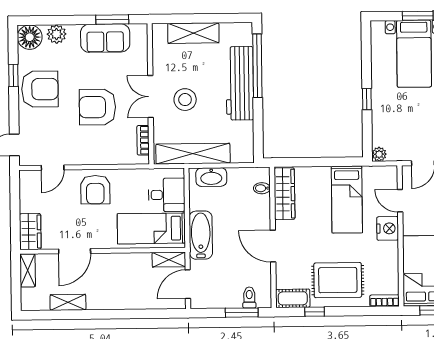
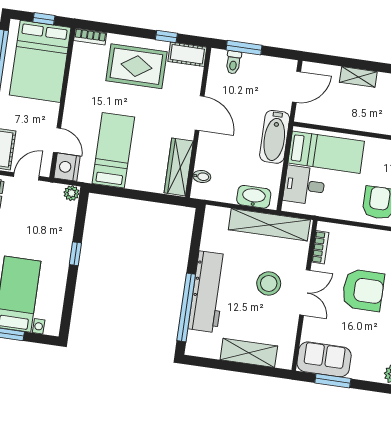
sofa: (105, 38) -> (324, 359), moved
nightstand: (388, 228) -> (67, 167), moved
shelving: (169, 260) -> (358, 77), moved

